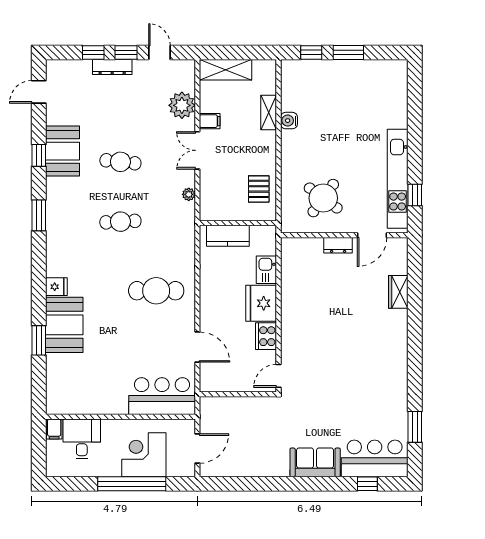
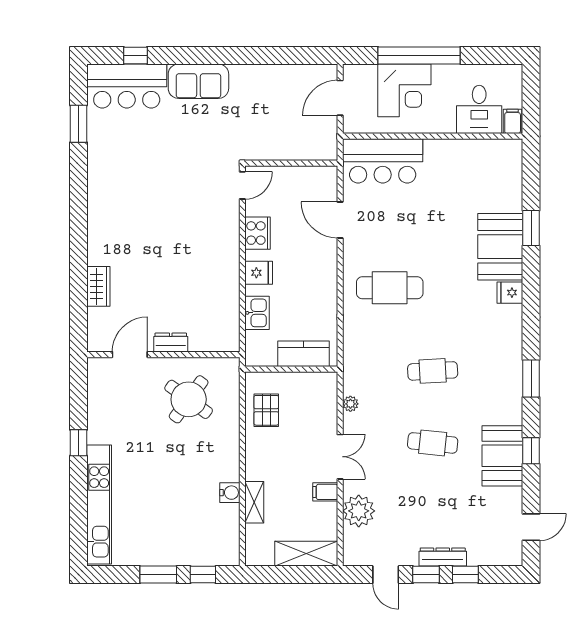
kitchen unit: (398, 179) -> (99, 505), moved
window: (415, 195) -> (78, 443), moved
fridge: (261, 303) -> (259, 273), width x0.53, depth x0.75

